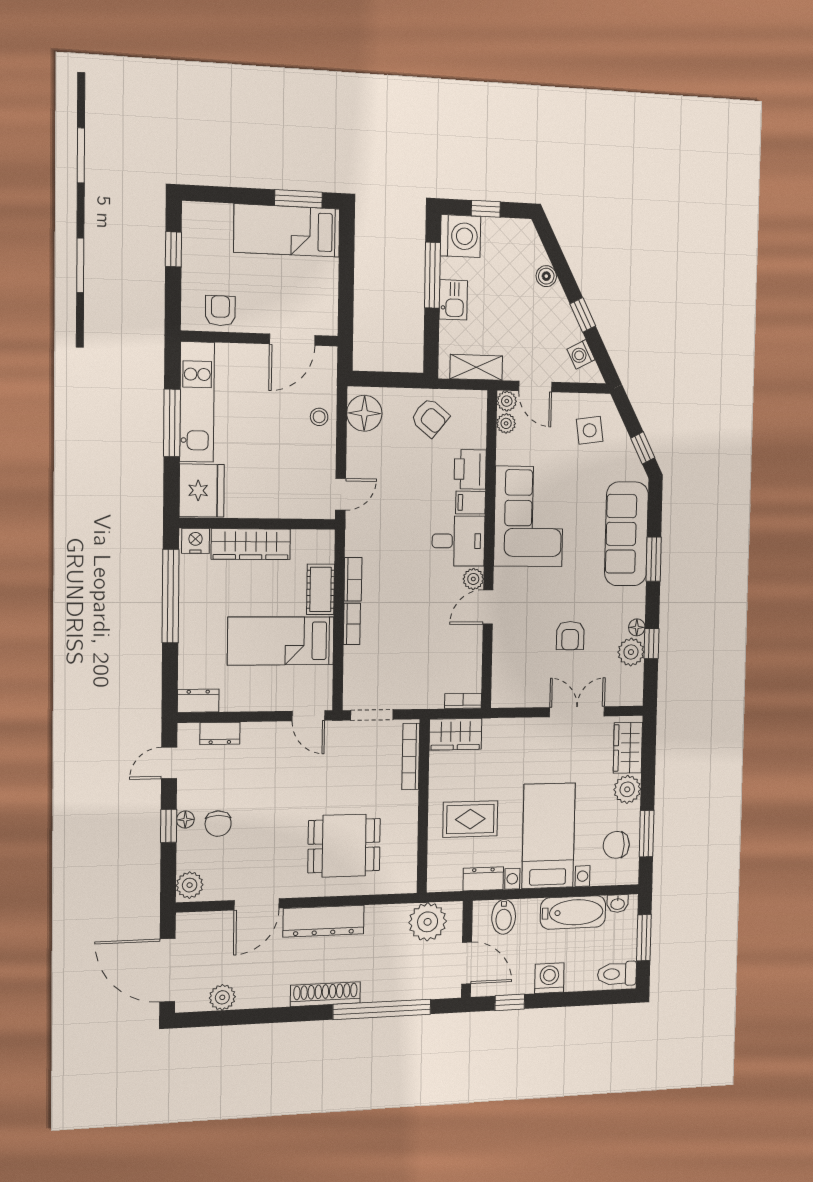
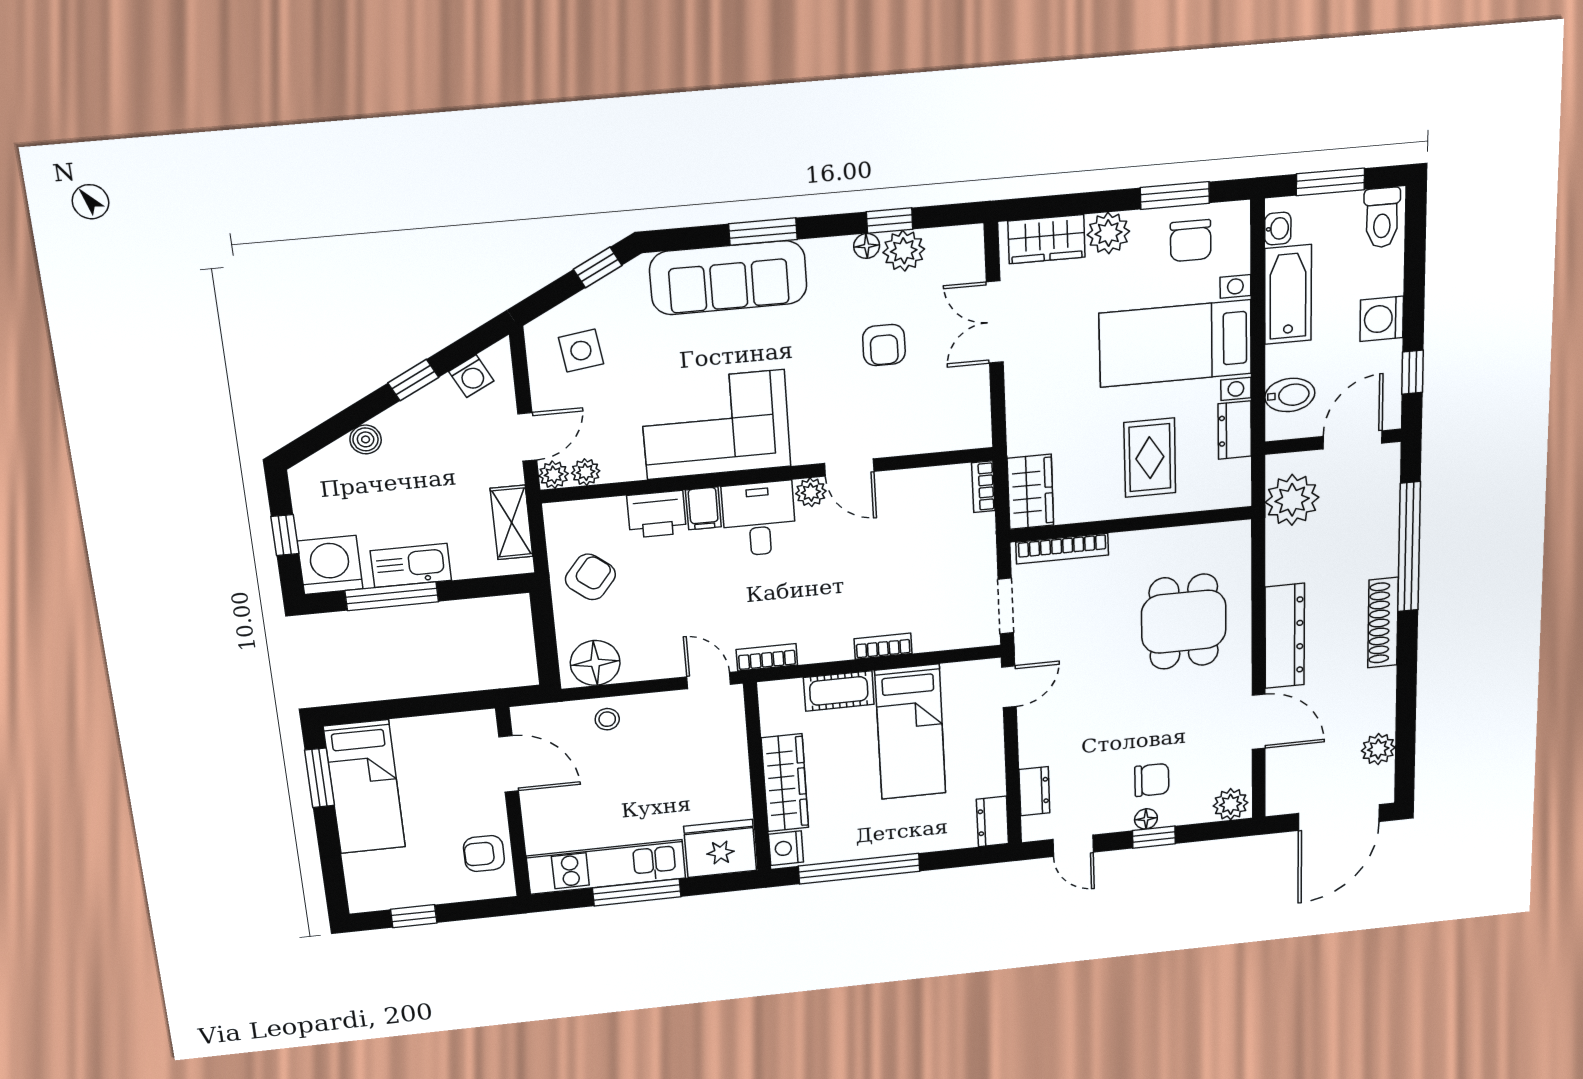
kitchen sink: (453, 300) -> (411, 565), width x1.38
bookcase: (353, 579) -> (767, 657), moved
armchair: (570, 636) -> (884, 345), turned 90

